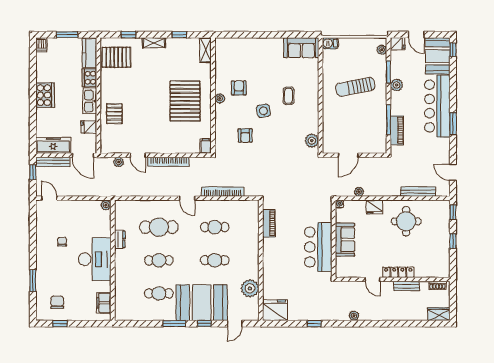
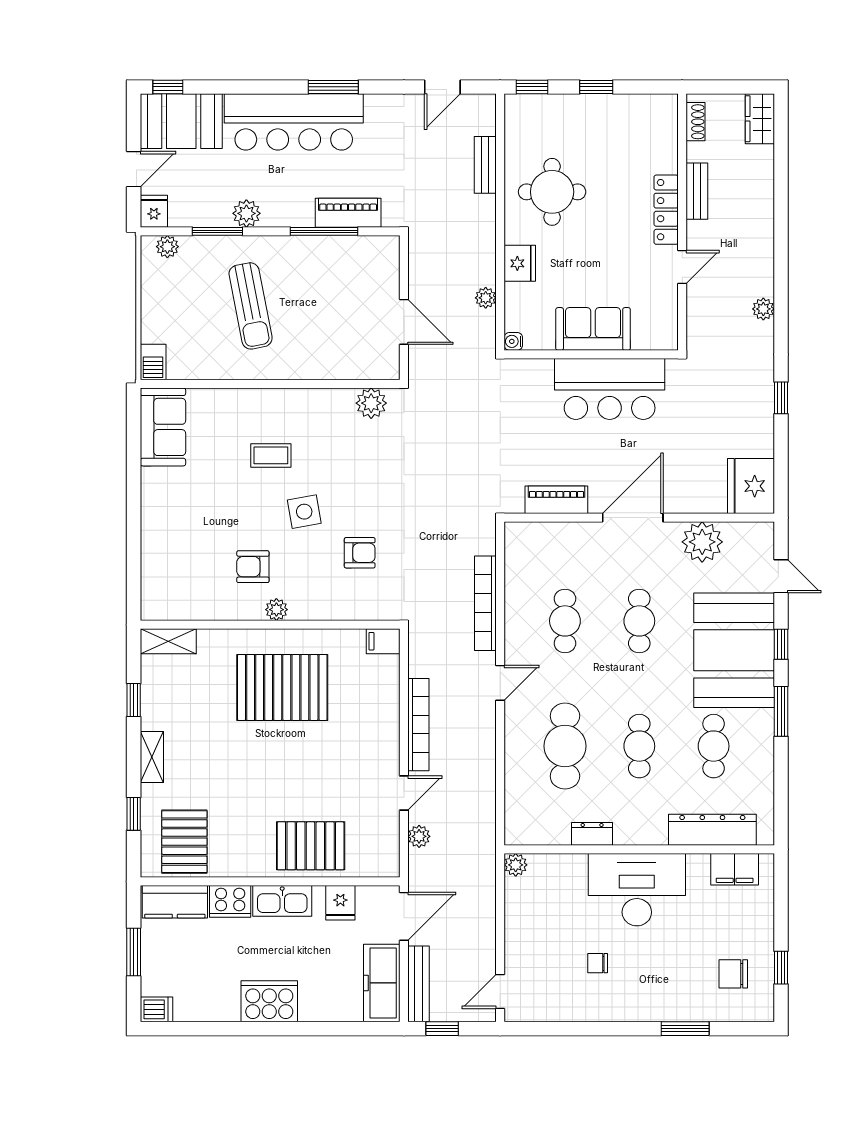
pallet: (114, 114) -> (311, 846), width x1.50, depth x1.42
bench: (418, 192) -> (485, 165), width x0.73
door: (261, 257) -> (633, 518), added
dresser: (122, 293) -> (712, 830), added

